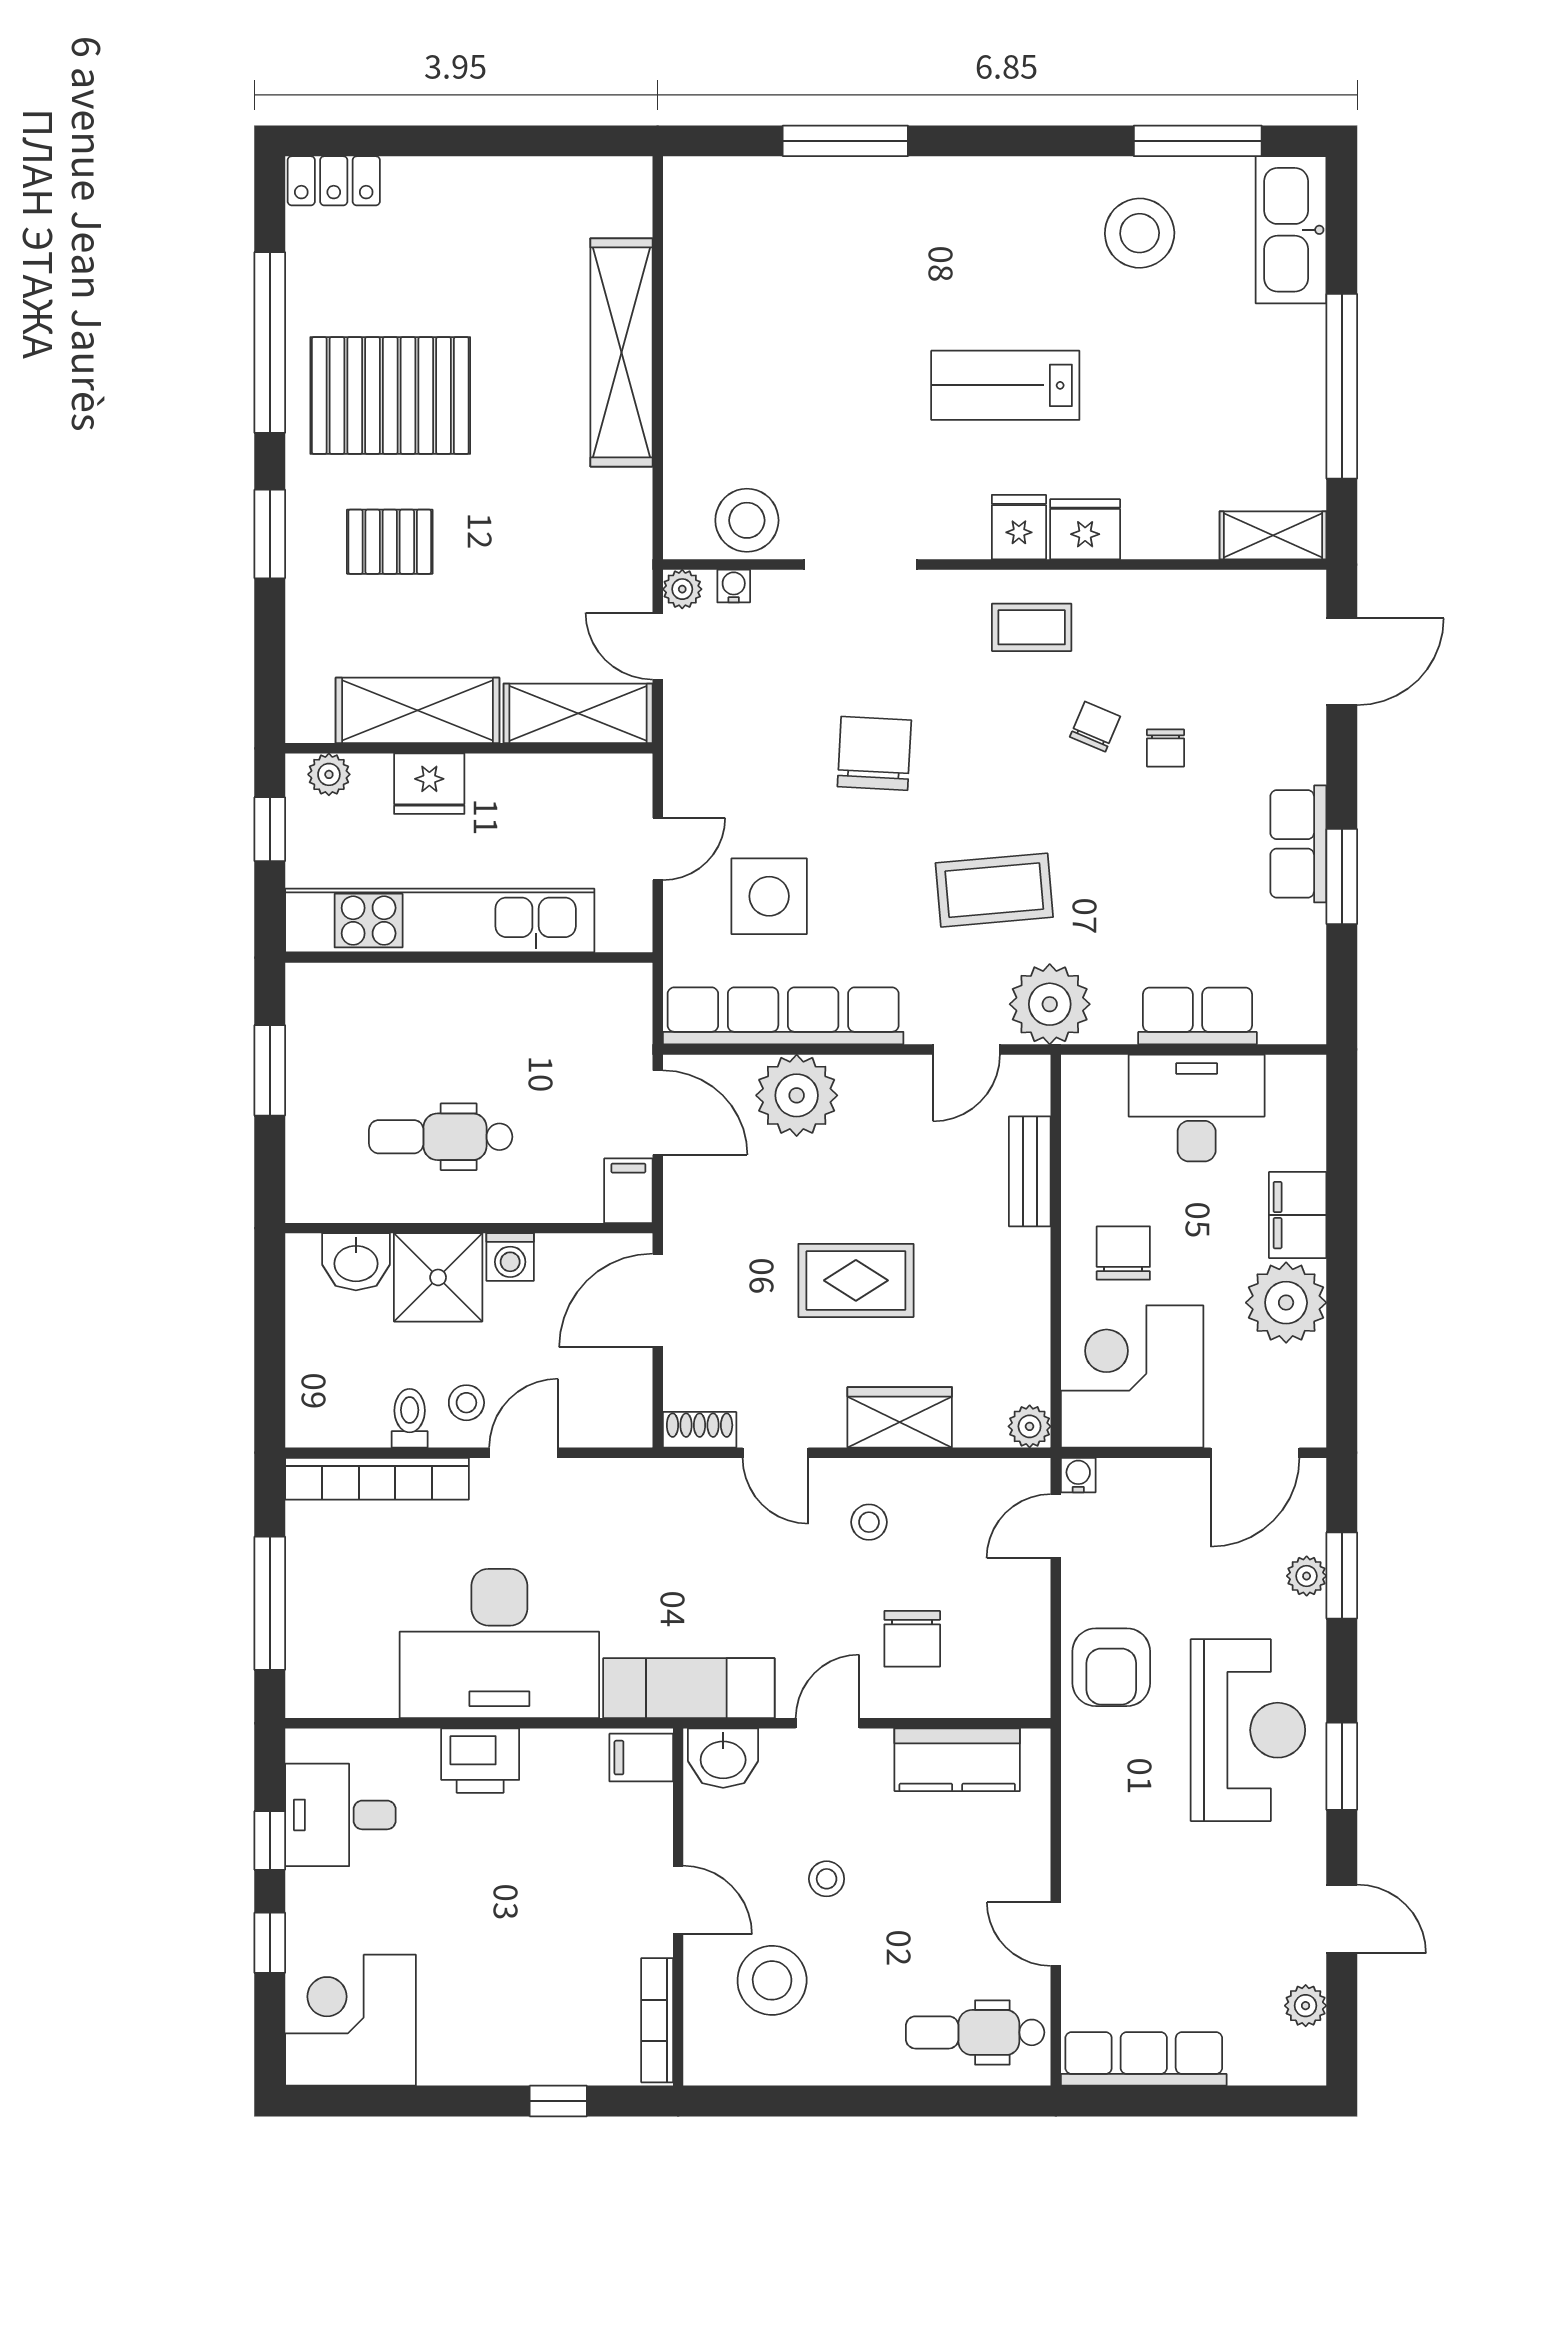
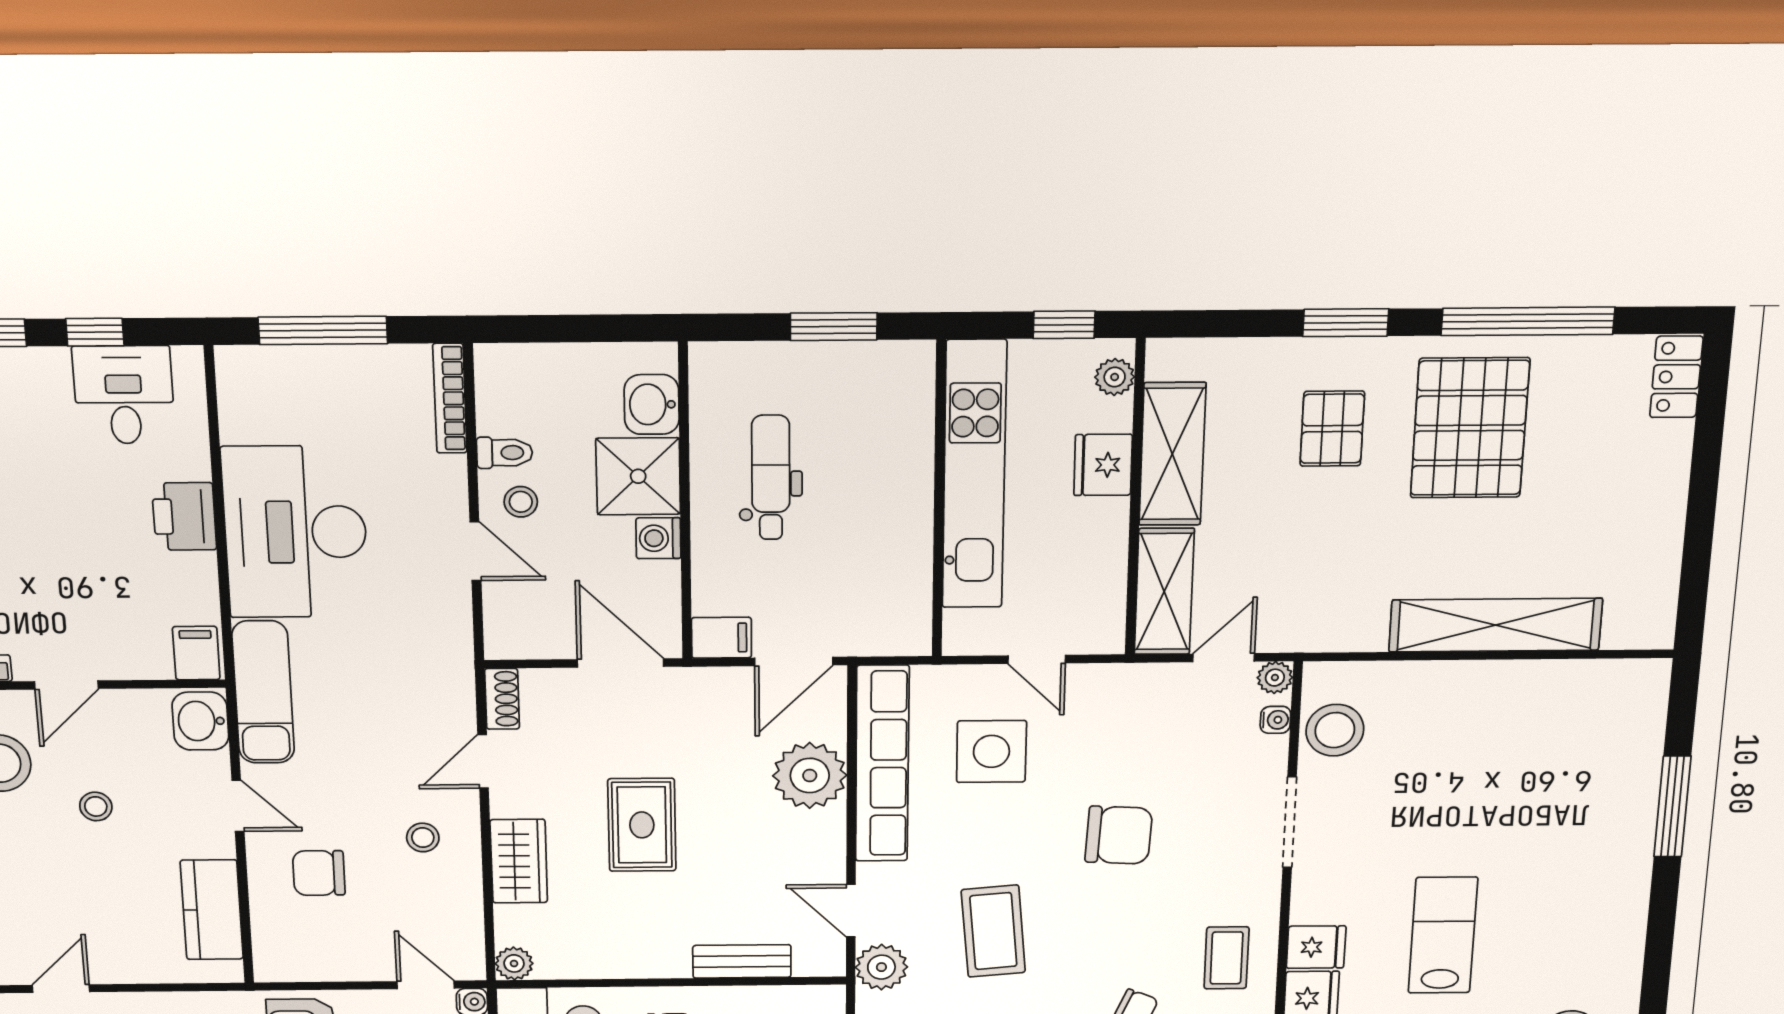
plant: (1050, 1004) -> (881, 967), width x0.73, depth x0.73
bookcase: (377, 1479) -> (450, 398), width x0.68, depth x0.76

